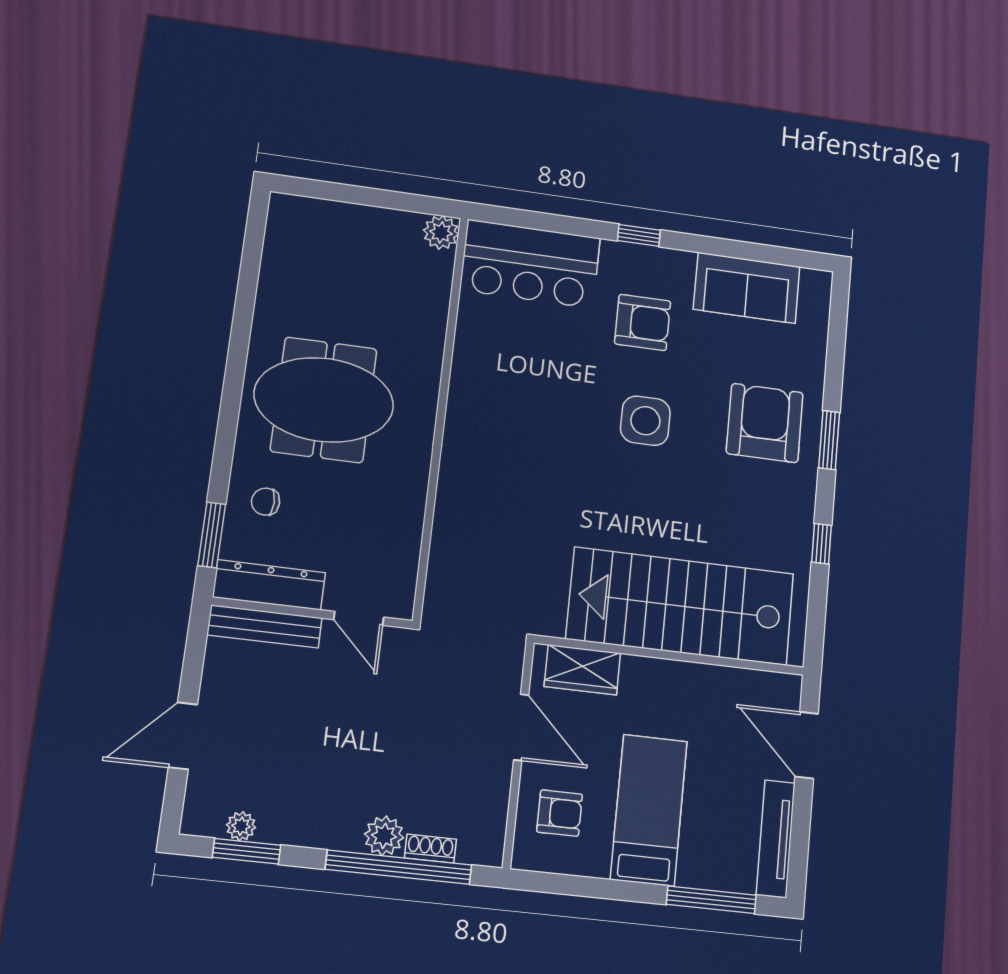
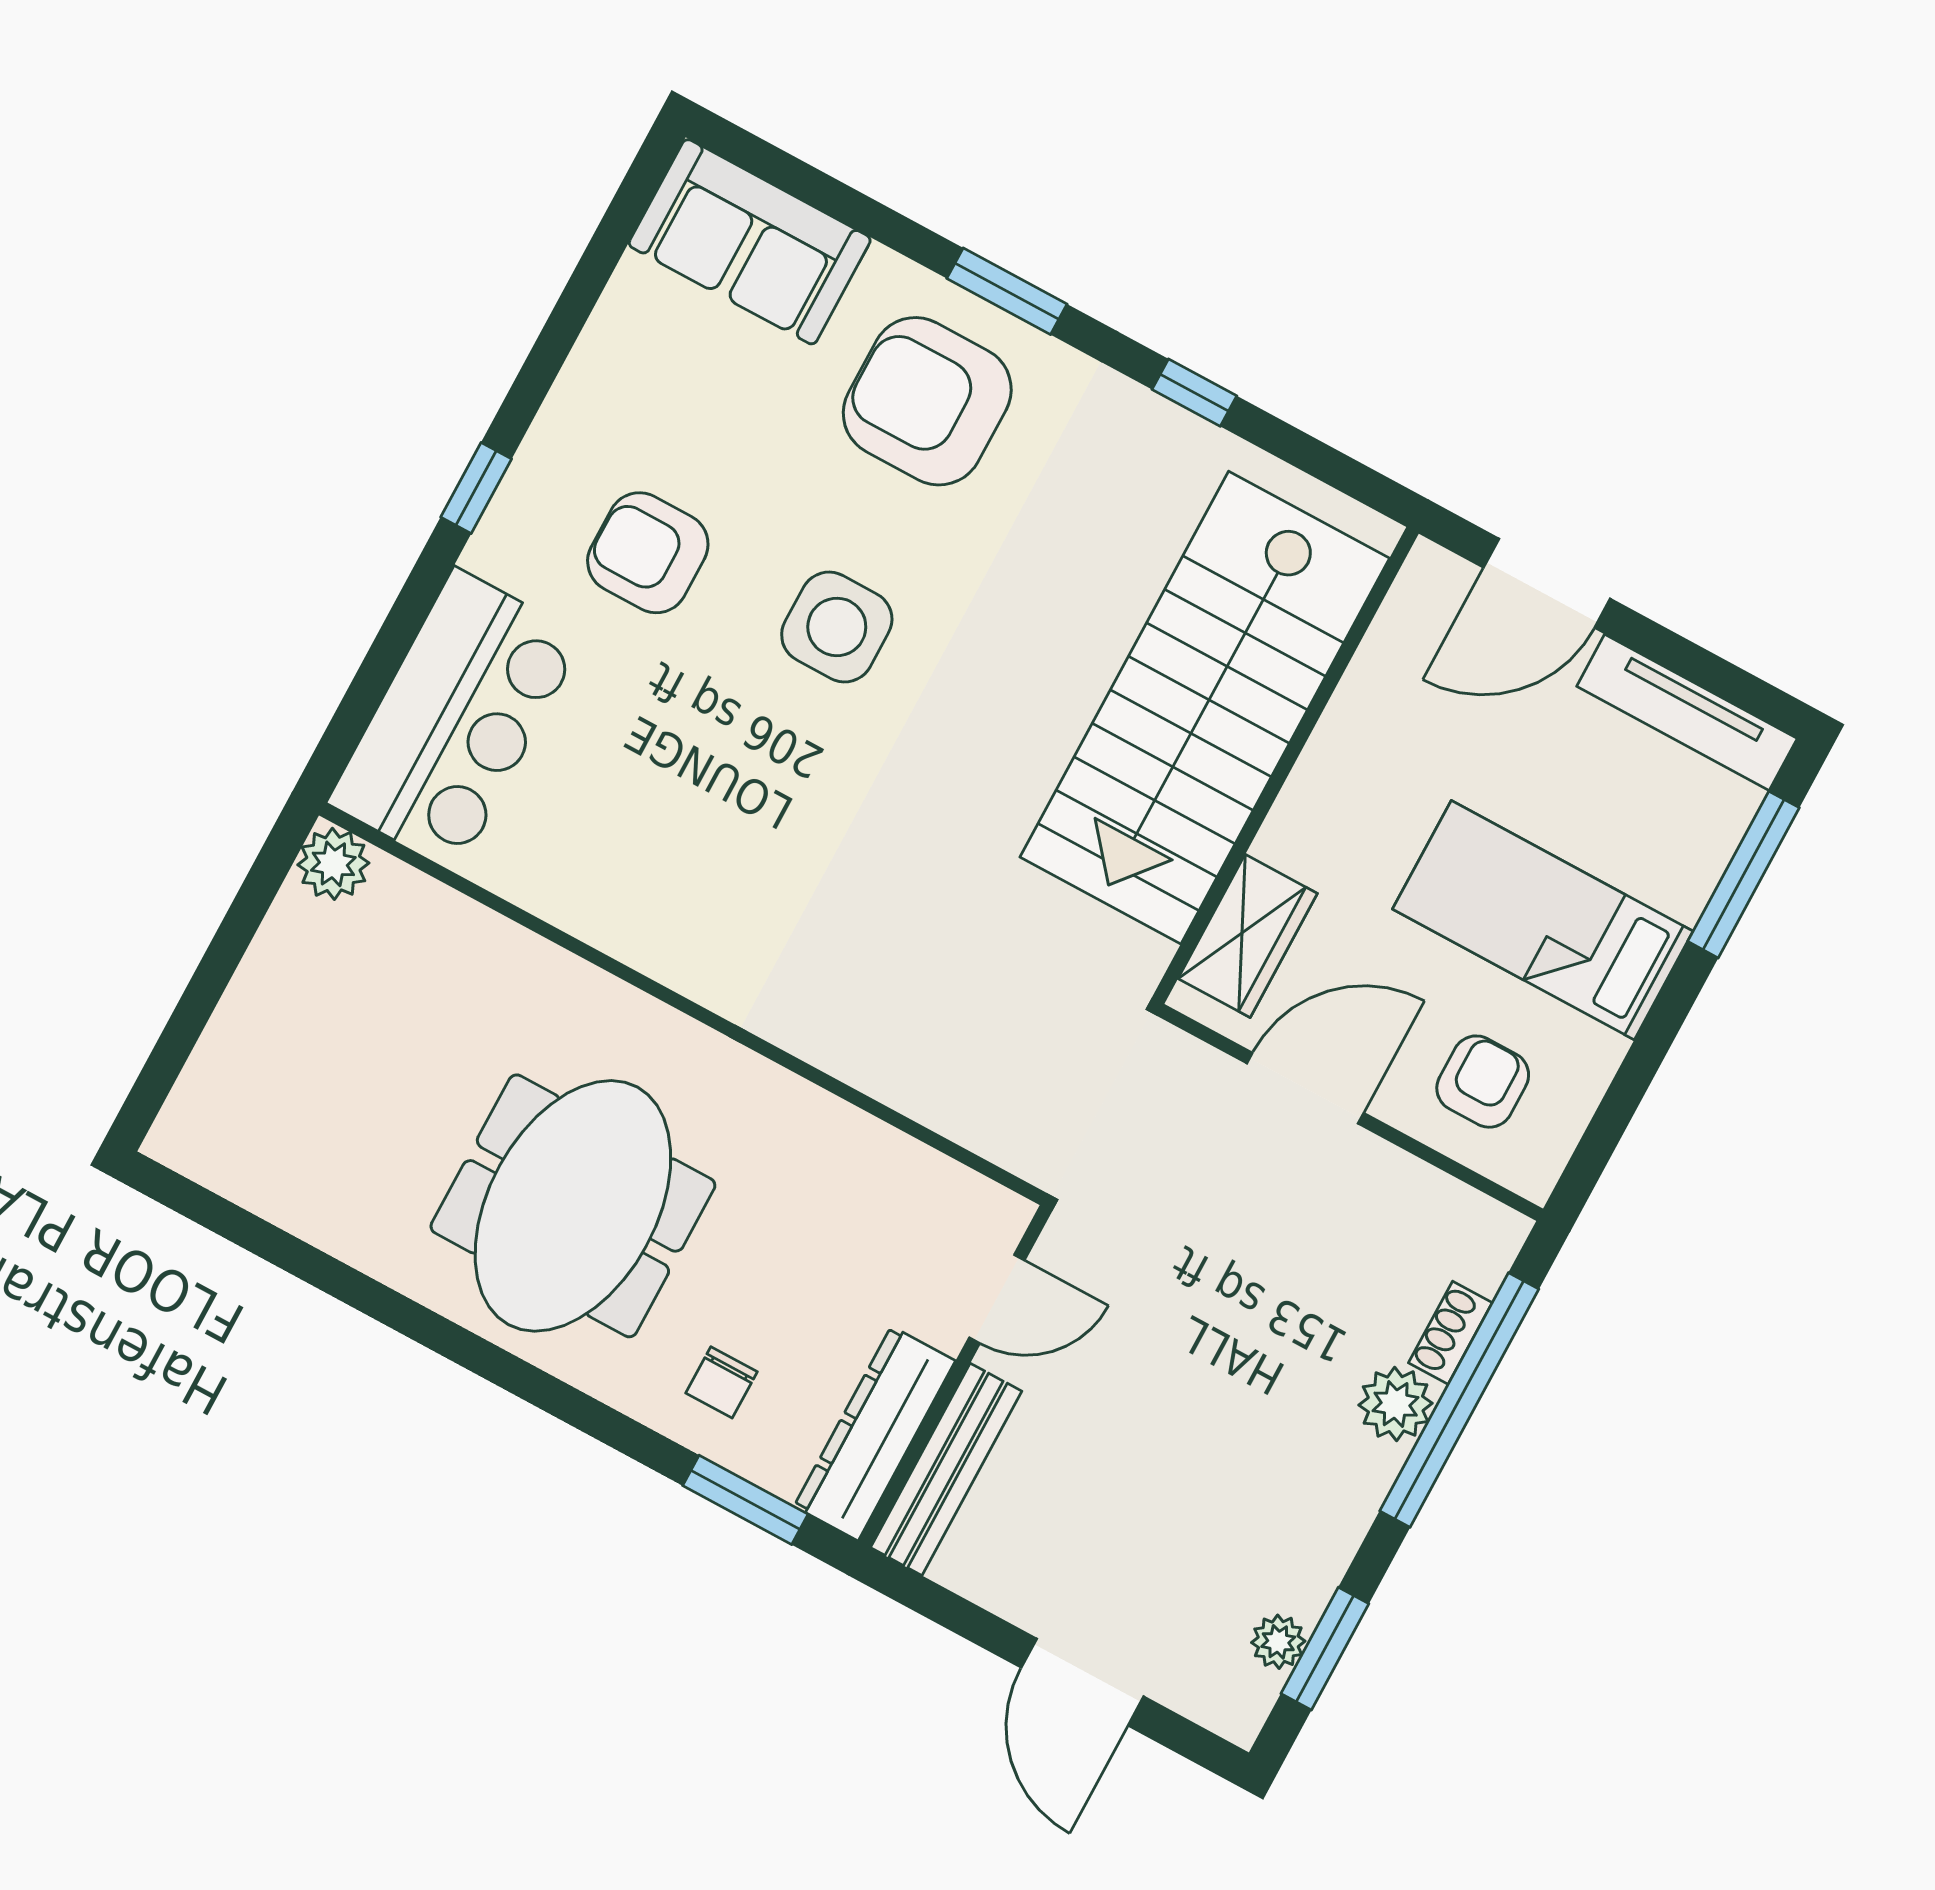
sofa: (747, 288) -> (750, 242), moved, turned 90
armchair: (643, 322) -> (648, 553), turned -90

